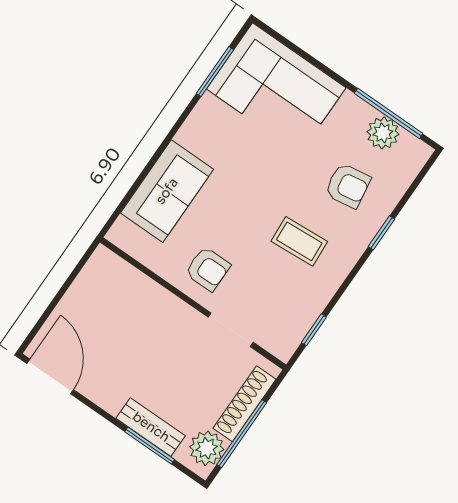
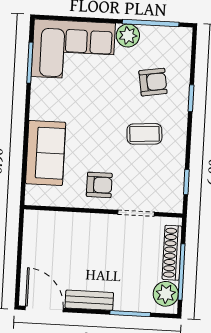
plant: (383, 133) -> (128, 36), moved
bench: (151, 427) -> (89, 300), moved

